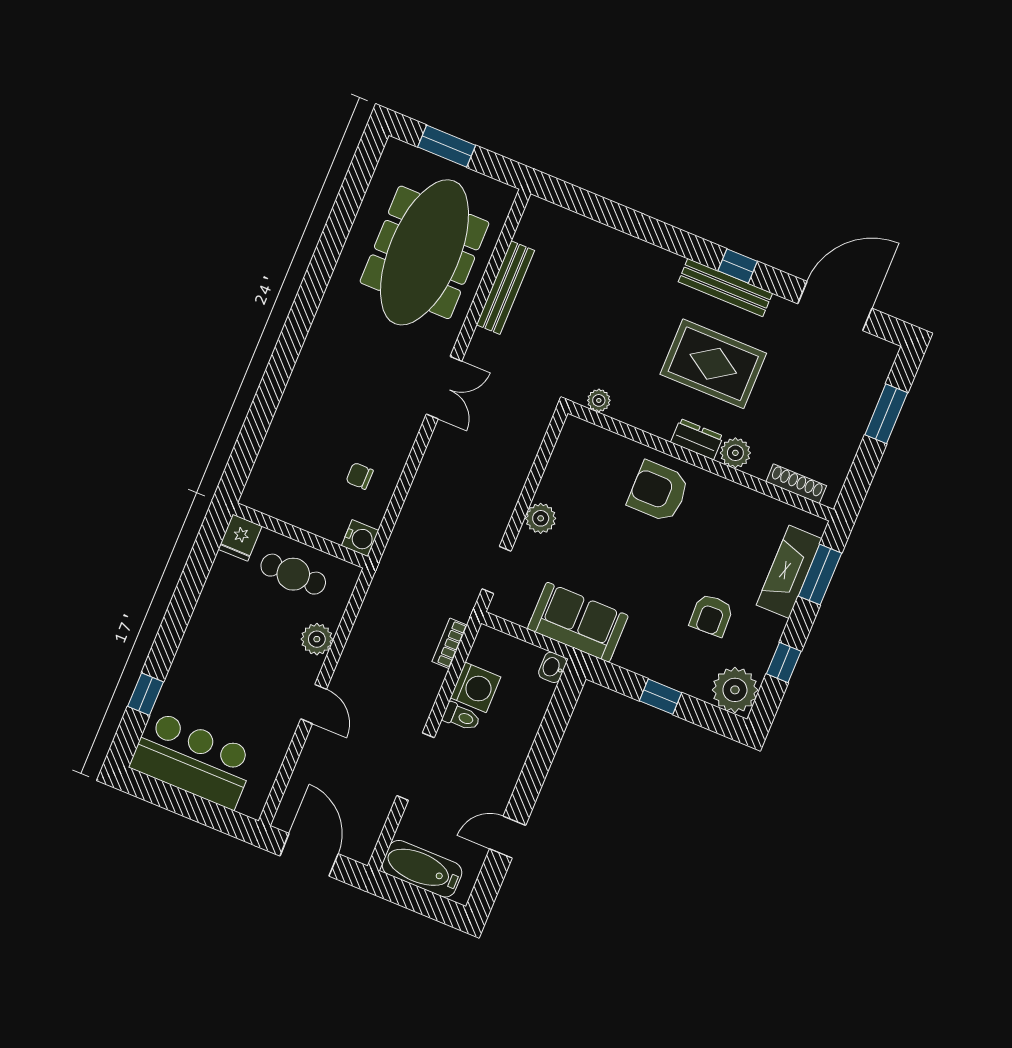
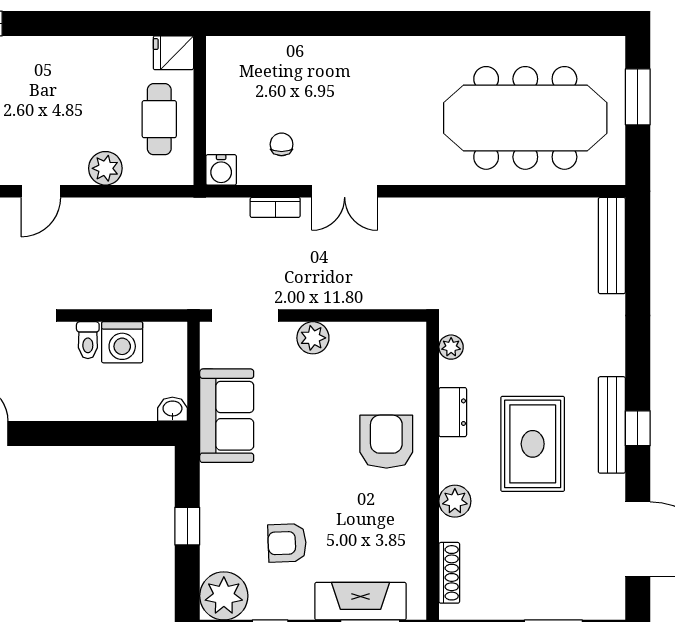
bench: (506, 288) -> (612, 246), moved, turned 90
double door: (444, 388) -> (345, 191), moved
dresser: (697, 439) -> (453, 412), moved
doorway: (496, 570) -> (245, 316), width x1.38
bookcase: (450, 643) -> (275, 207), moved, turned 180

